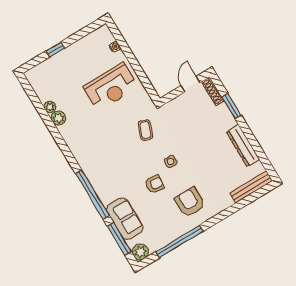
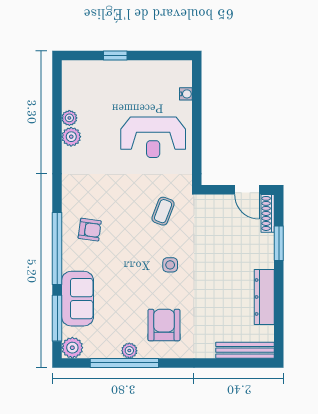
door: (191, 84) -> (247, 190), swing flipped
armchair: (154, 184) -> (90, 230), moved
plant: (178, 232) -> (129, 351), added

